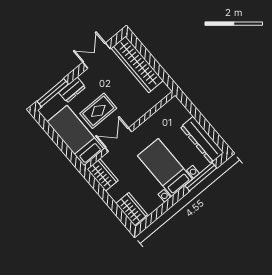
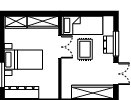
window: (53, 93) -> (116, 44), moved
wardrobe: (103, 175) -> (43, 22), width x1.50

